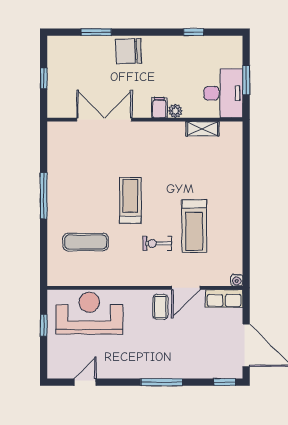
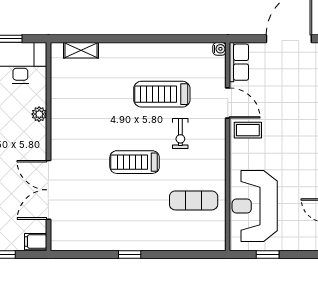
filing cabinet: (159, 108) -> (36, 242), moved
shelving: (202, 129) -> (81, 50), moved, turned 90
window: (44, 196) -> (130, 255), width x0.46
treadmill: (194, 226) -> (162, 94), turned 180
exercise mat: (86, 242) -> (194, 200), moved, turned 90

